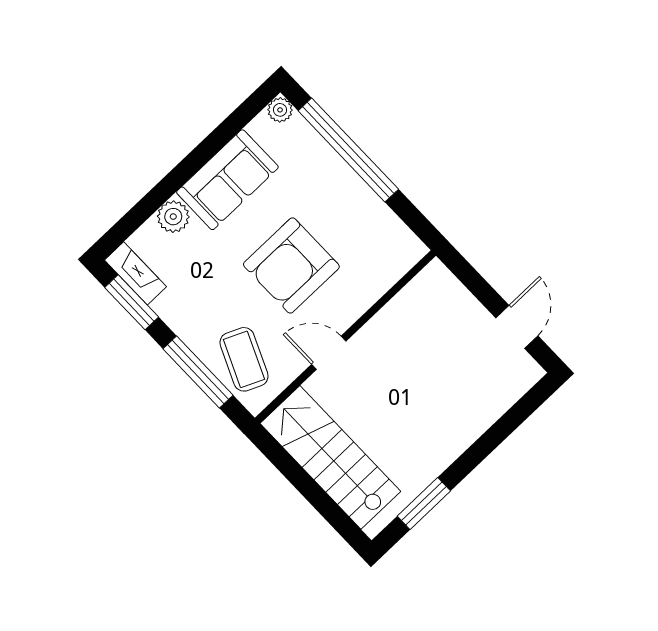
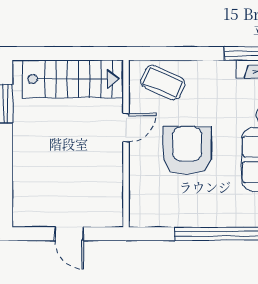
door: (517, 327) -> (69, 234), moved
window: (198, 372) -> (178, 53), removed

